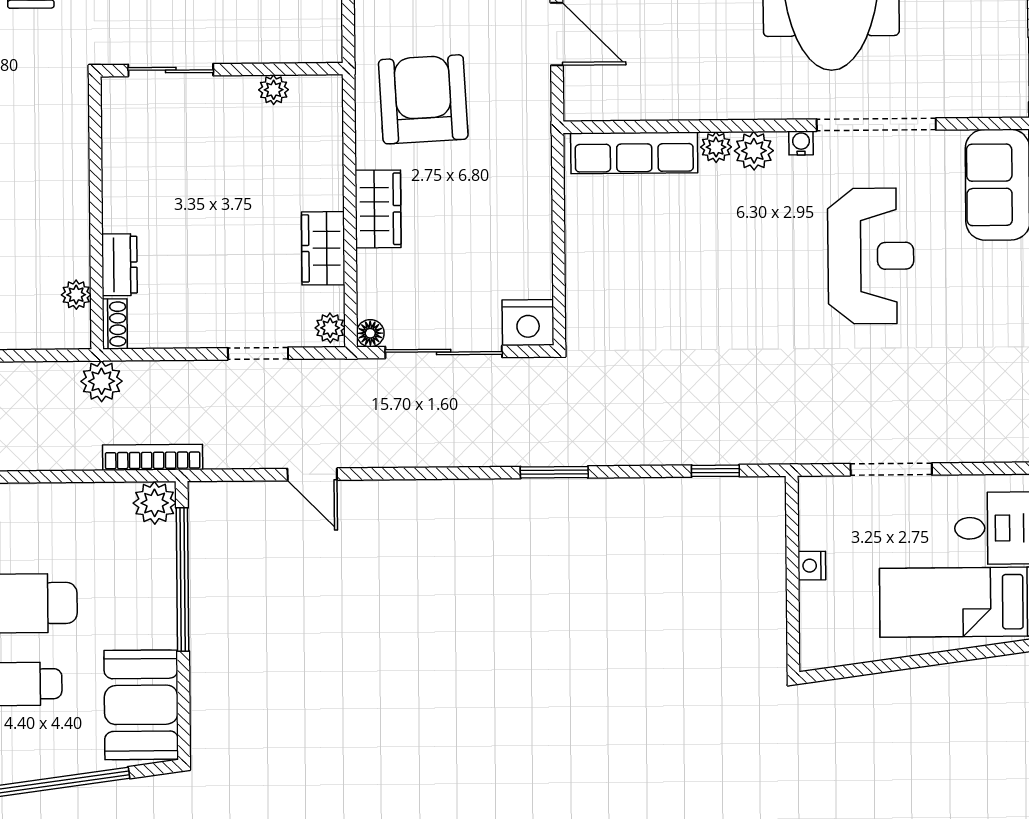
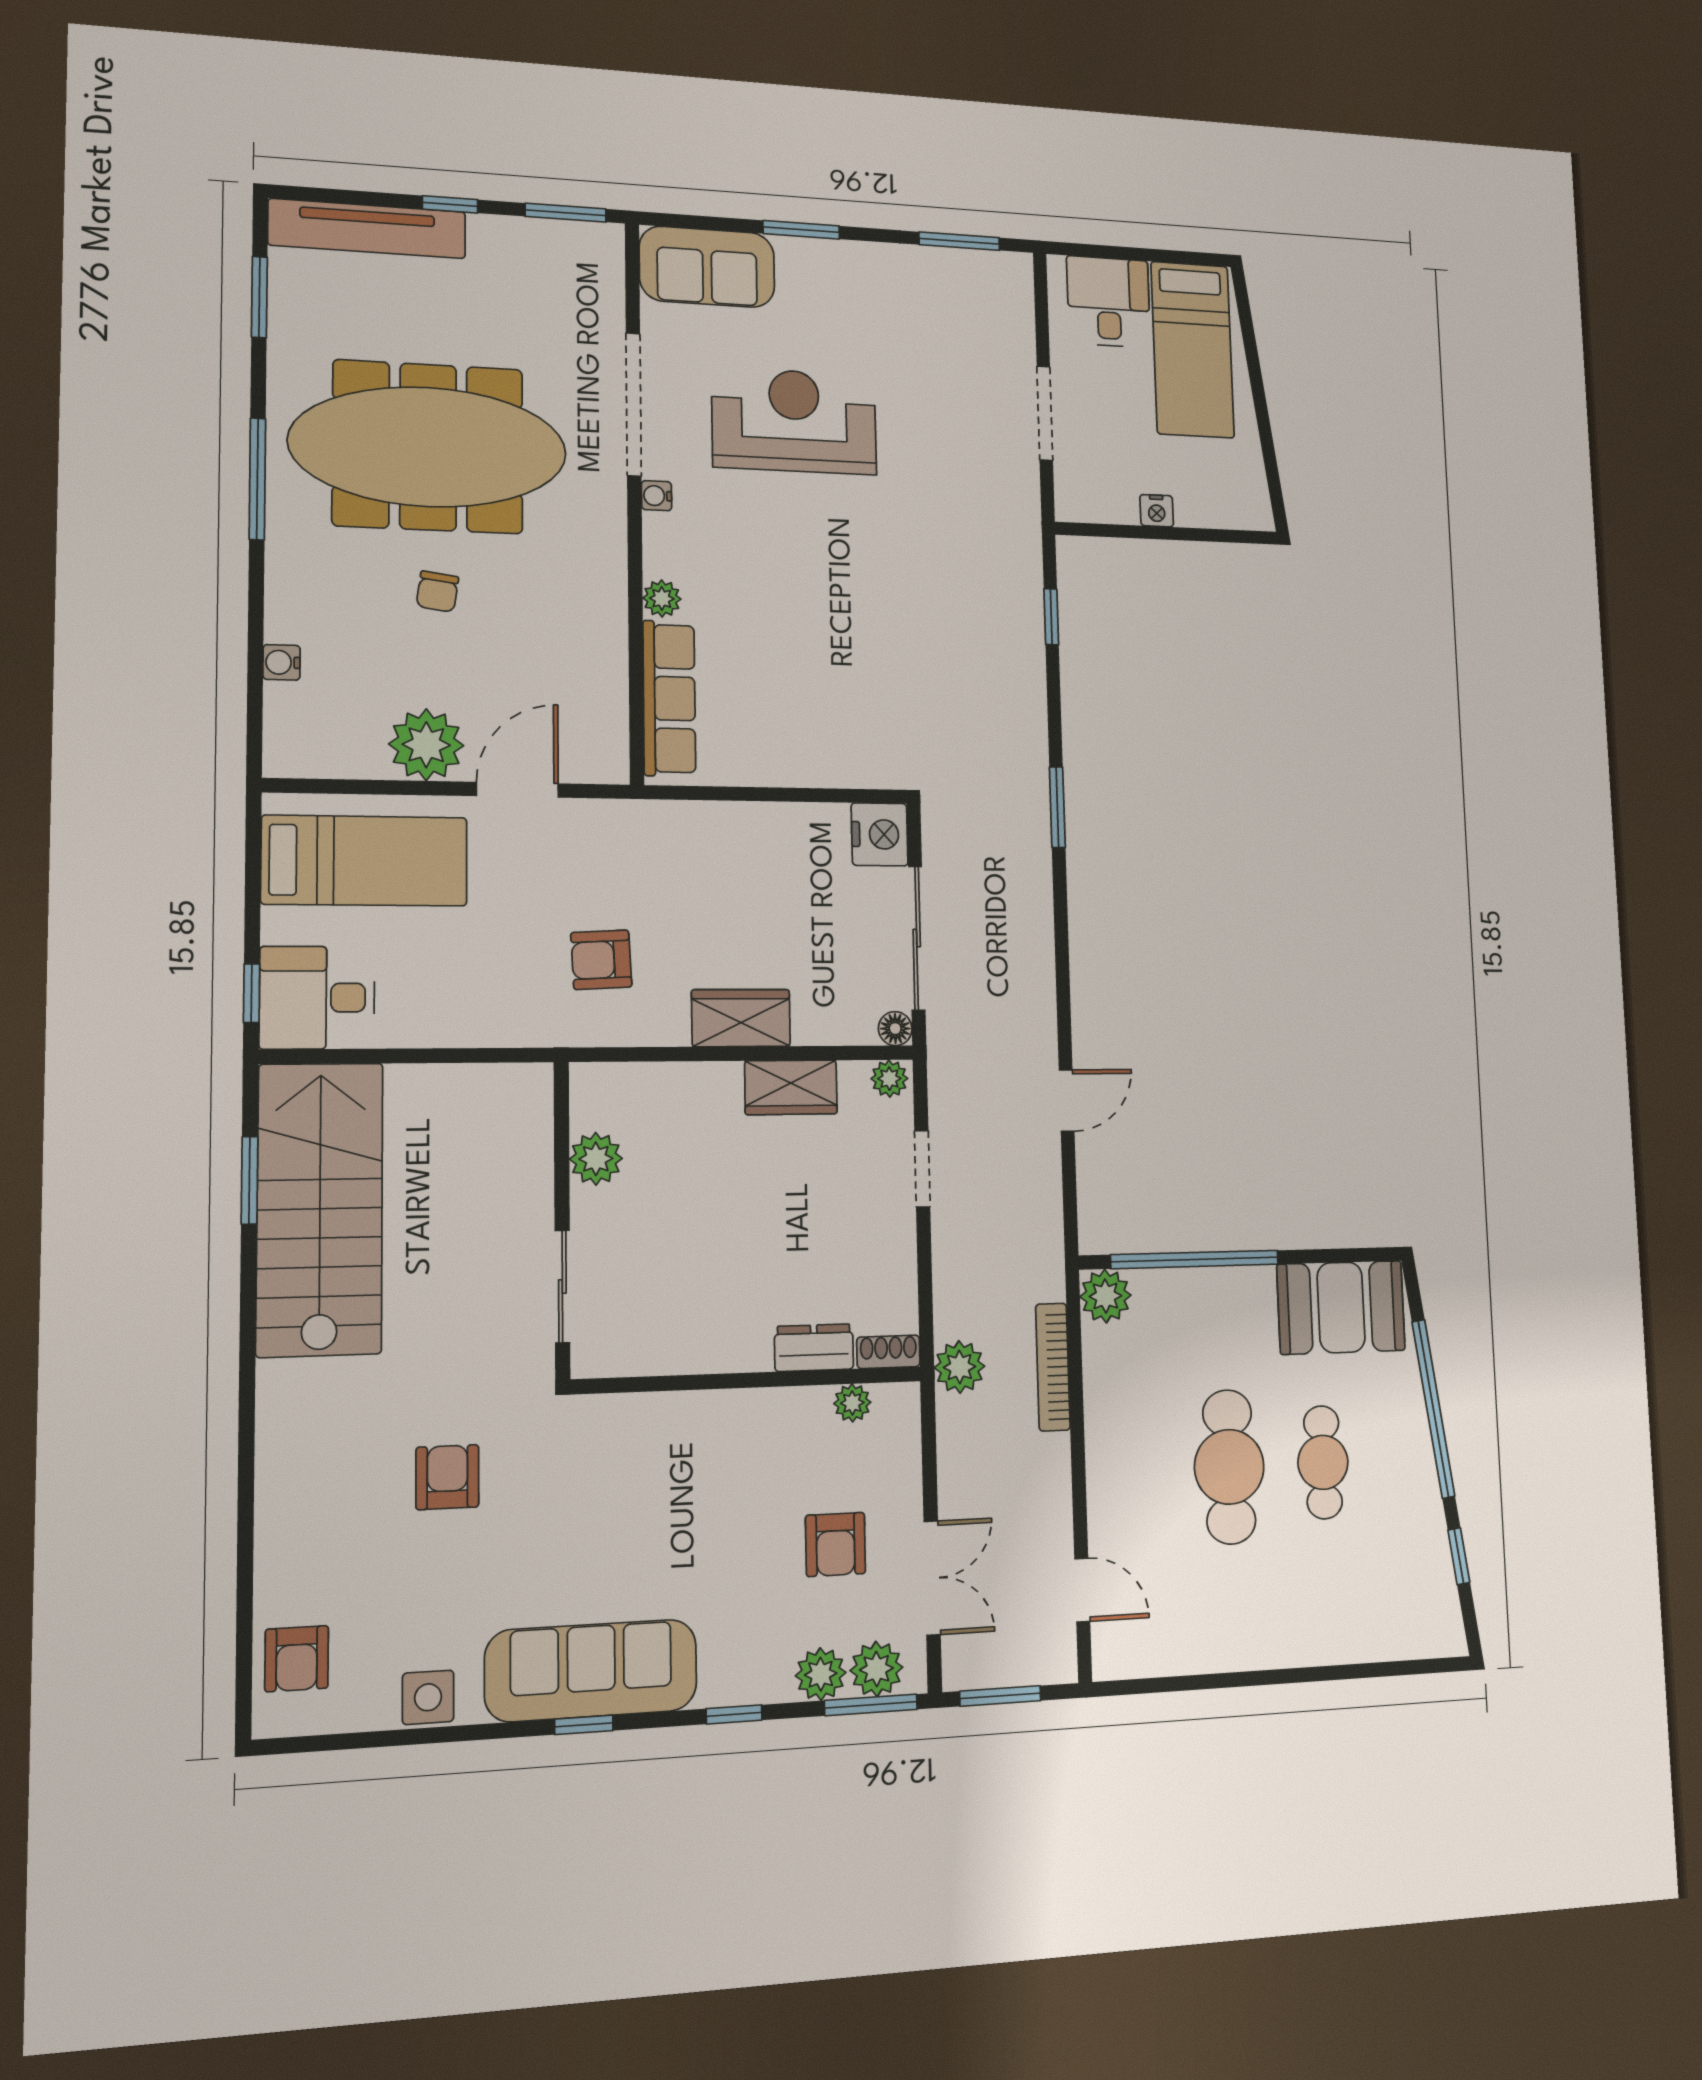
plant: (274, 90) -> (596, 1159), width x1.38, depth x1.38
armchair: (423, 99) -> (601, 960), width x0.53, depth x0.53
plant: (754, 151) -> (666, 553), removed
bookcase: (153, 457) -> (1053, 1367), moved

